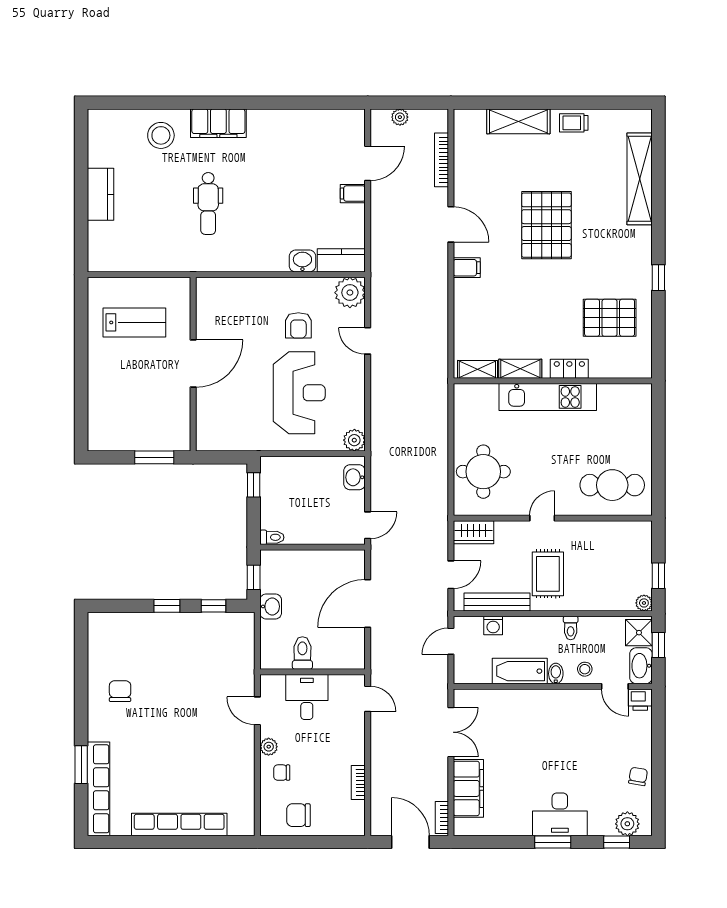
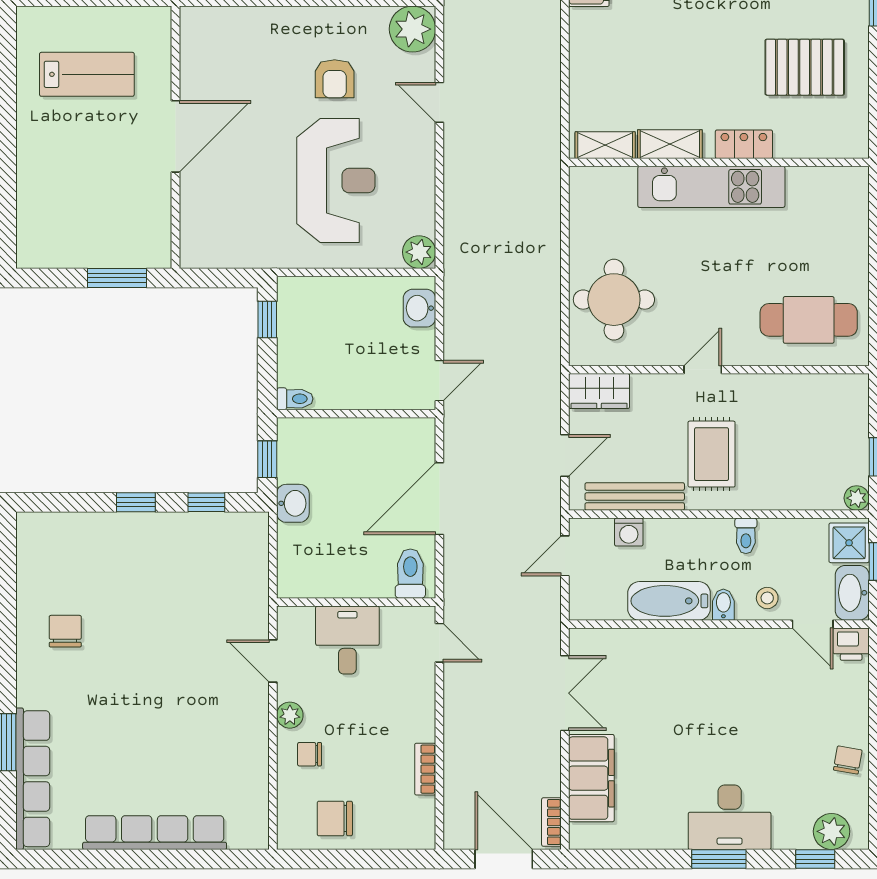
toilet: (302, 653) -> (410, 574), moved

